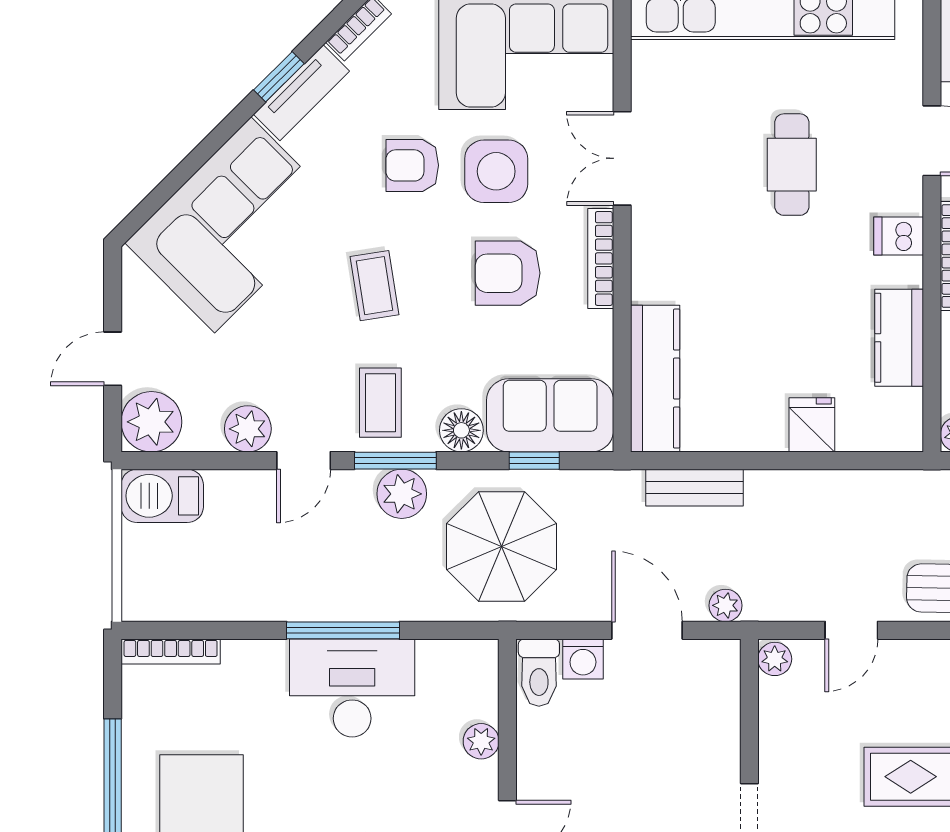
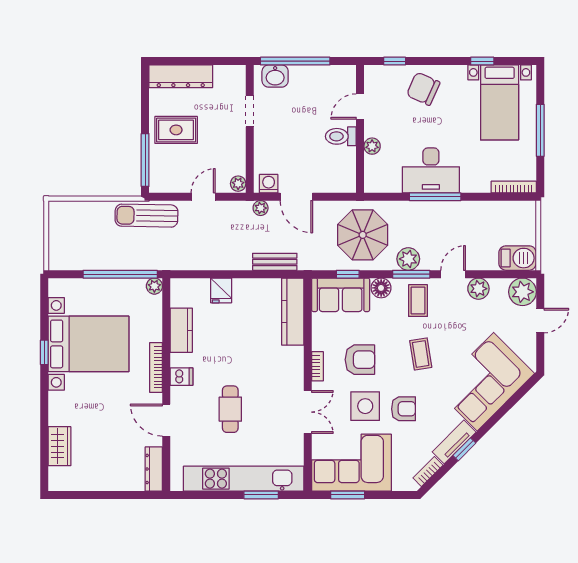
bookcase: (601, 258) -> (317, 366), width x0.64
washing machine: (583, 659) -> (269, 184), moved
toilet: (539, 673) -> (341, 136), moved, turned -90

